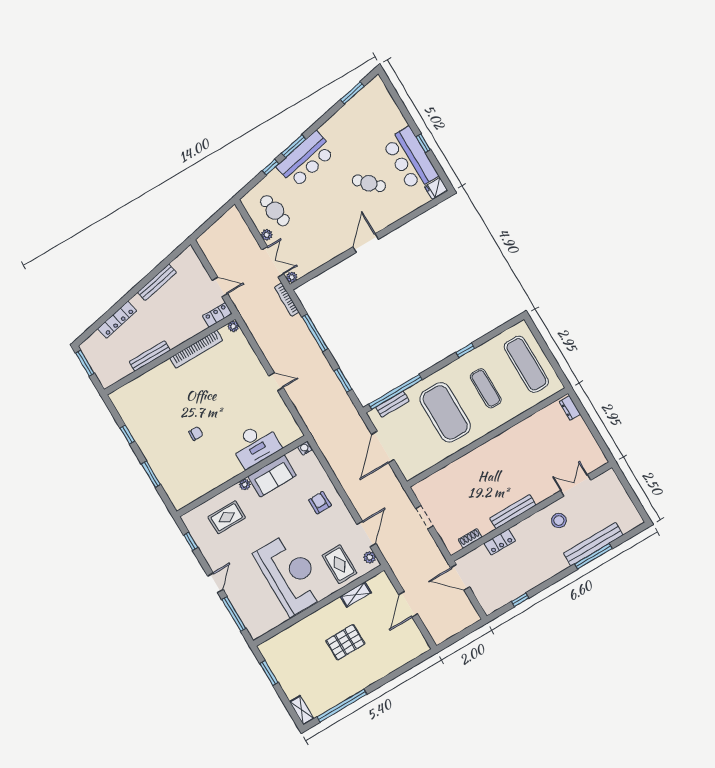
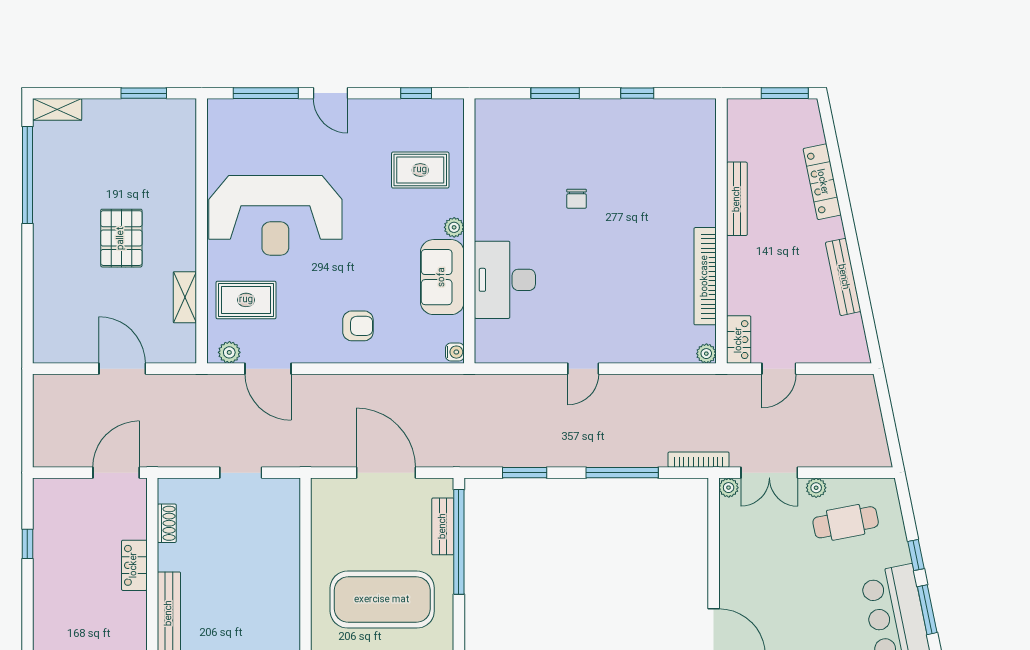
rug: (227, 517) -> (420, 170), turned 90

